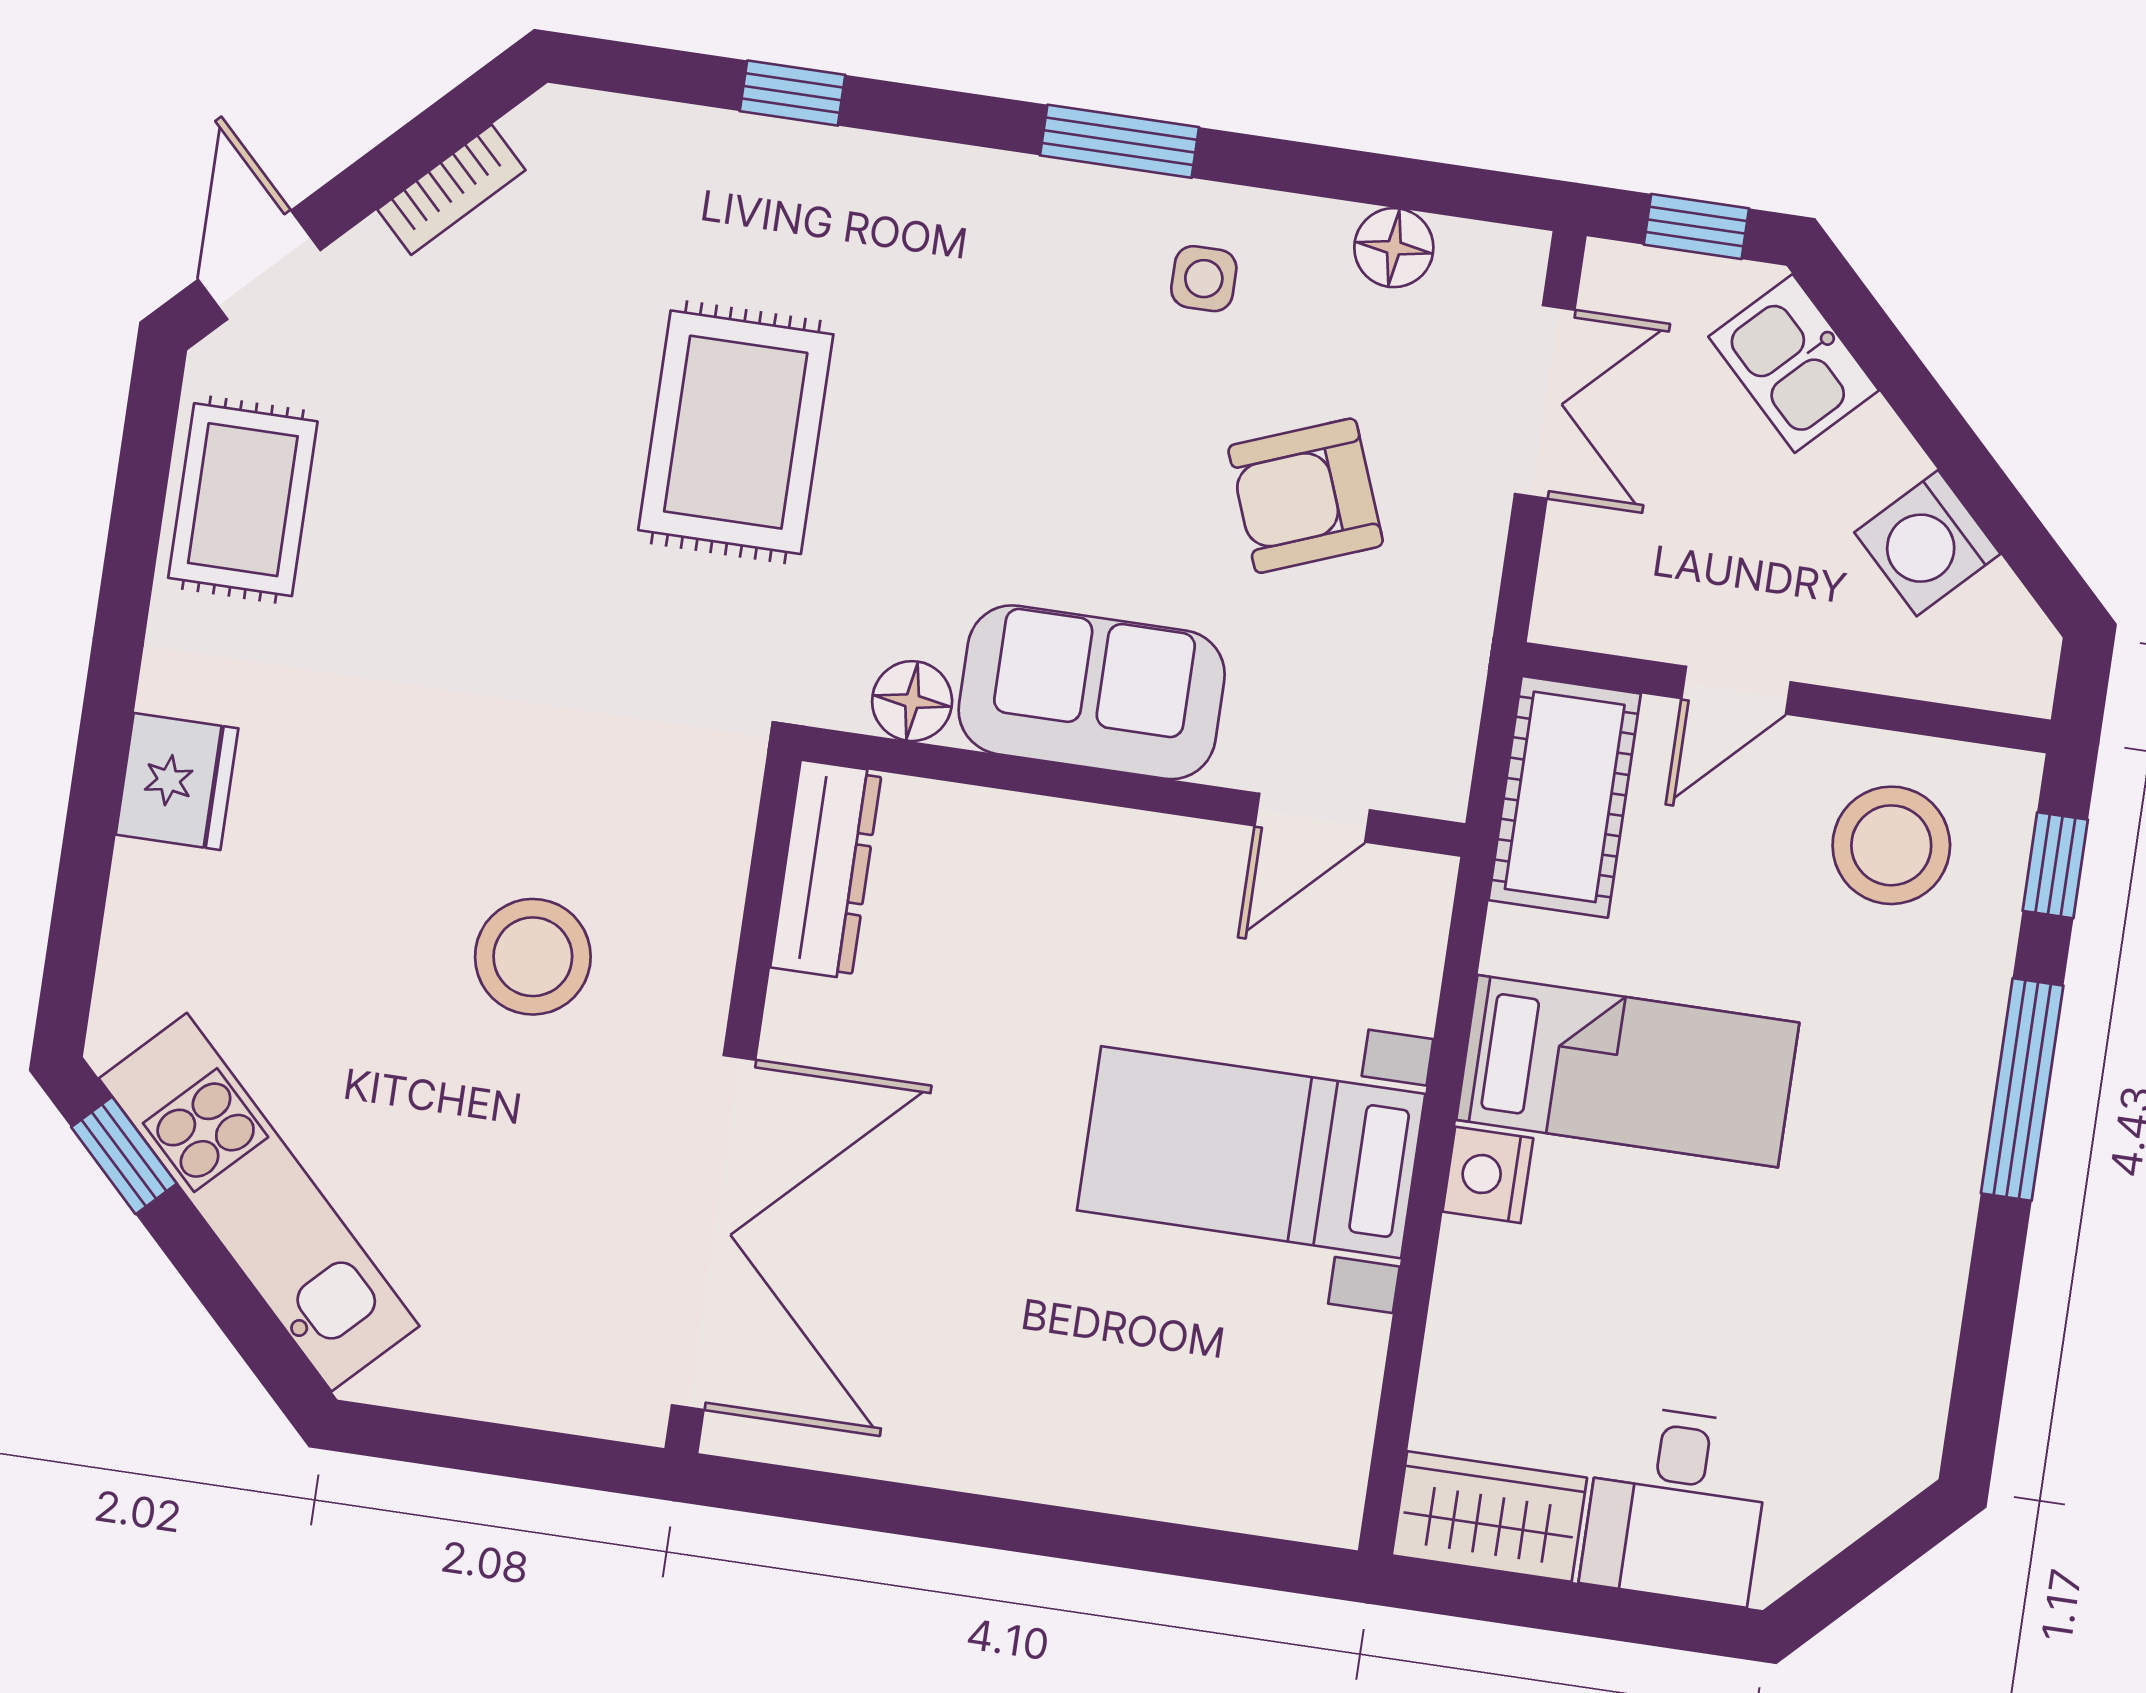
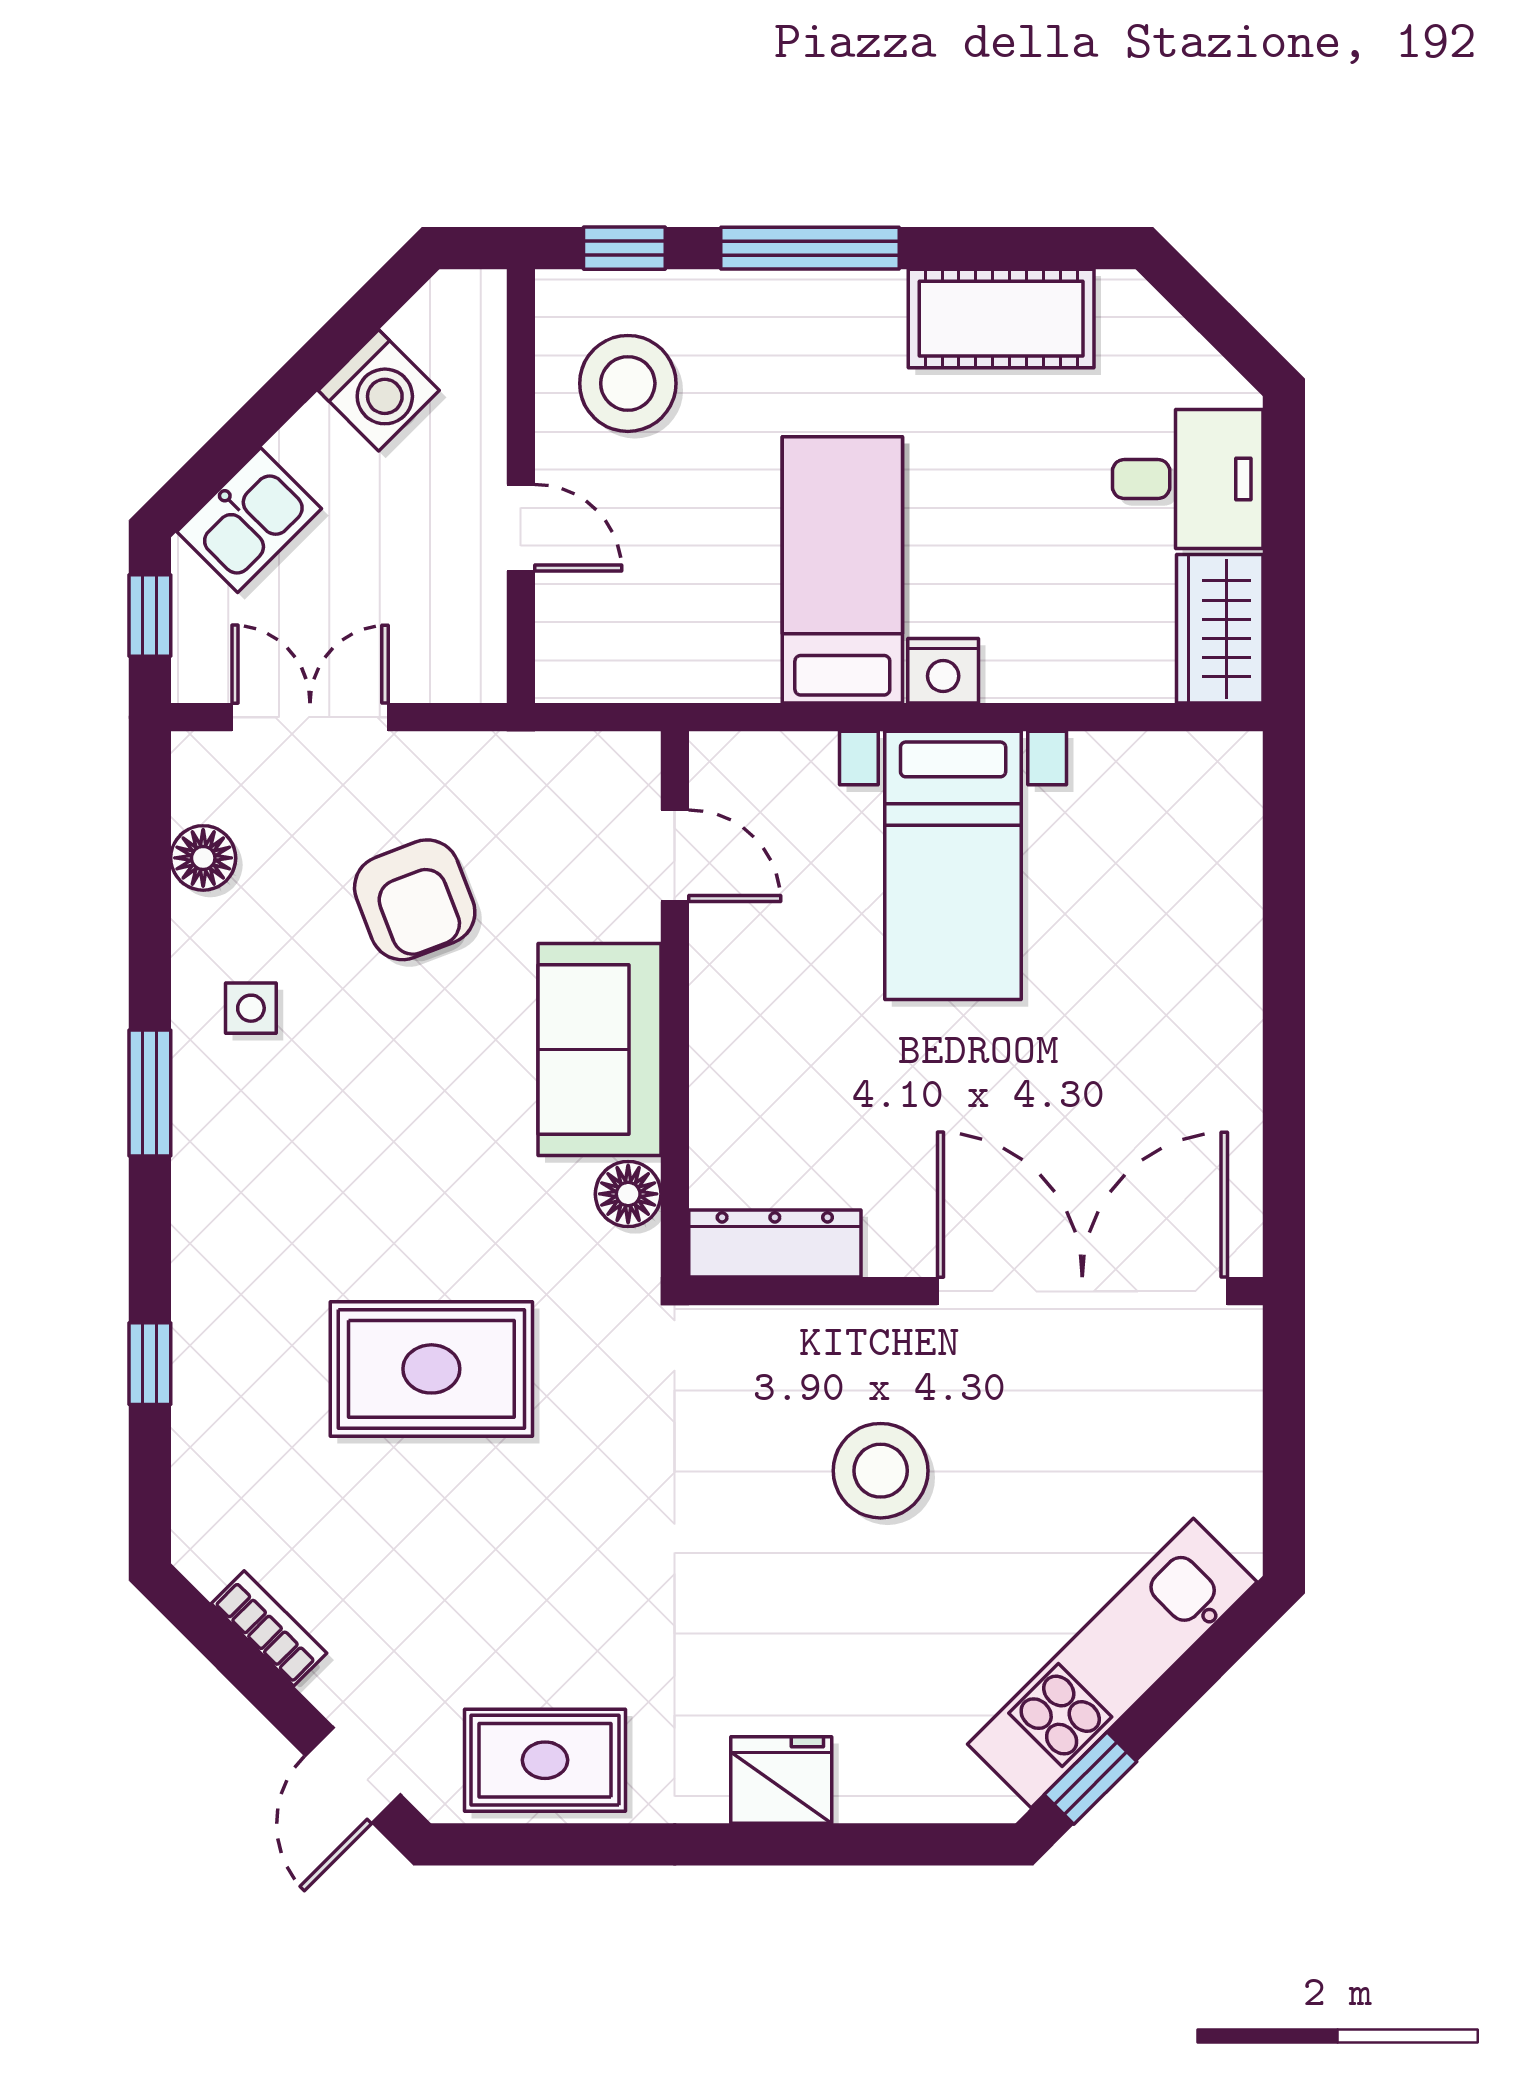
door: (259, 265) -> (353, 1775), hinge flipped
cot: (1565, 797) -> (1001, 319), moved

